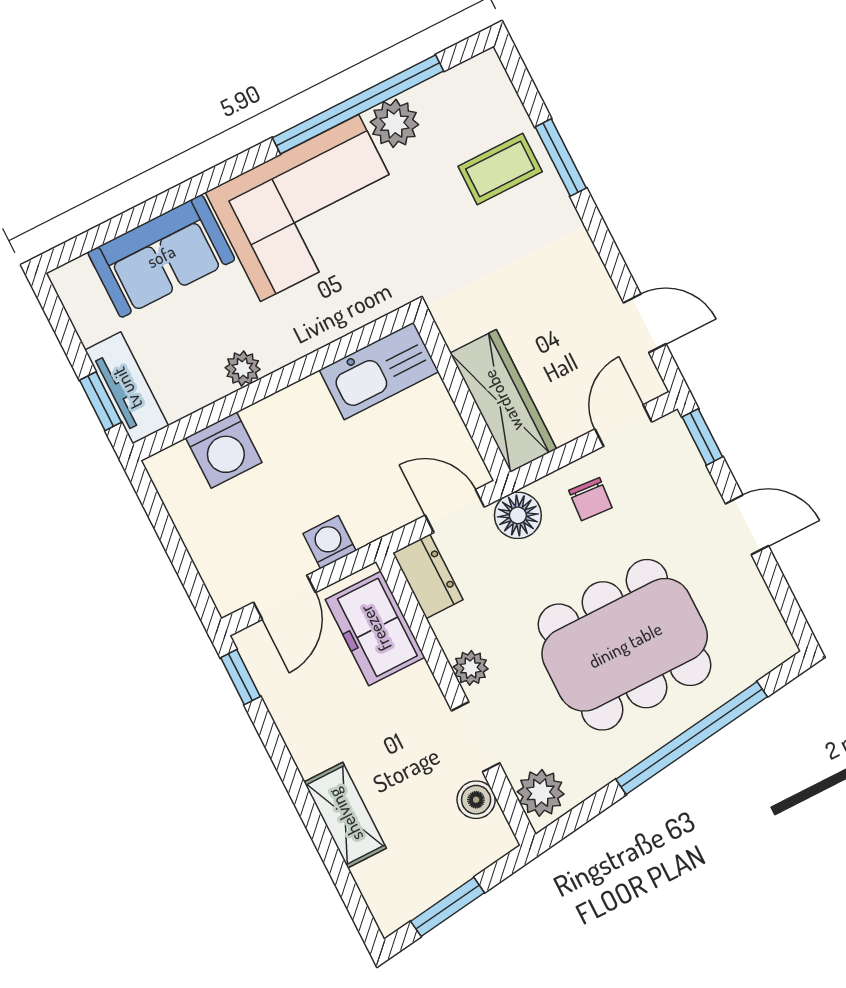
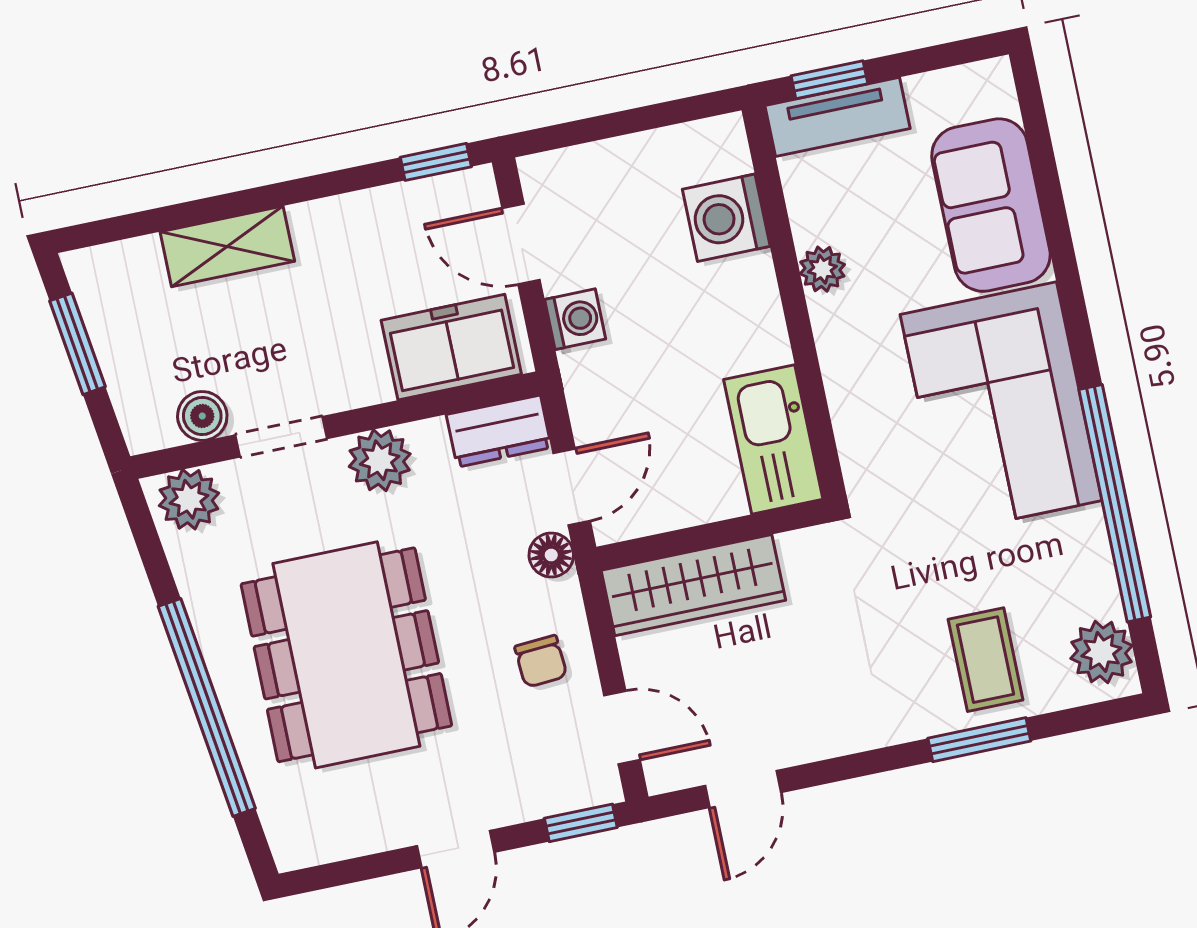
plant: (394, 123) -> (1101, 652), moved
chair: (590, 499) -> (541, 661), turned -98
floor lamp: (518, 515) -> (551, 555), width x0.73, depth x0.73
plant: (471, 668) -> (380, 460), width x1.38, depth x1.38

